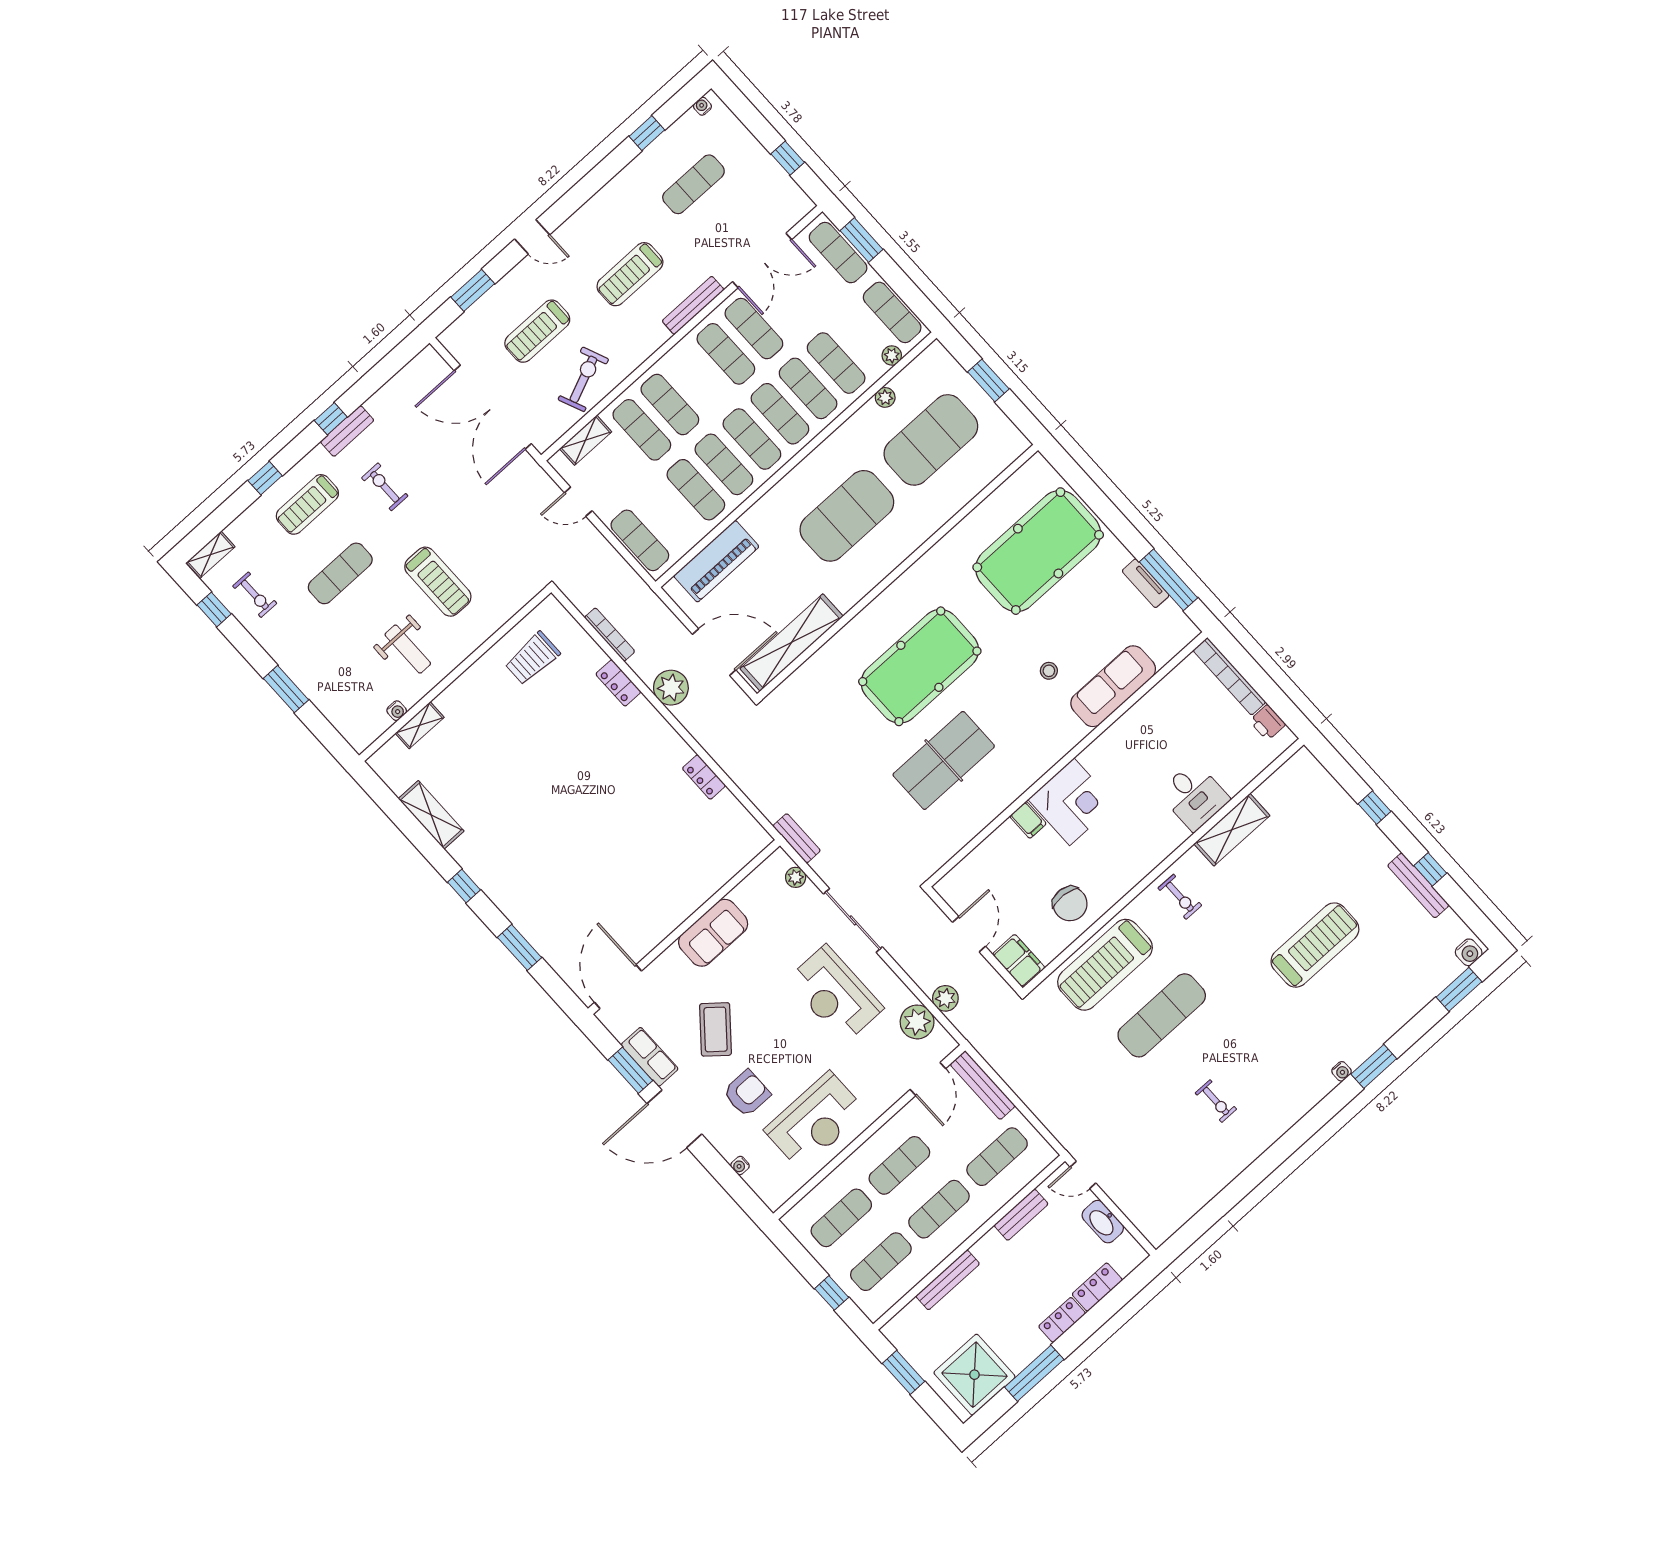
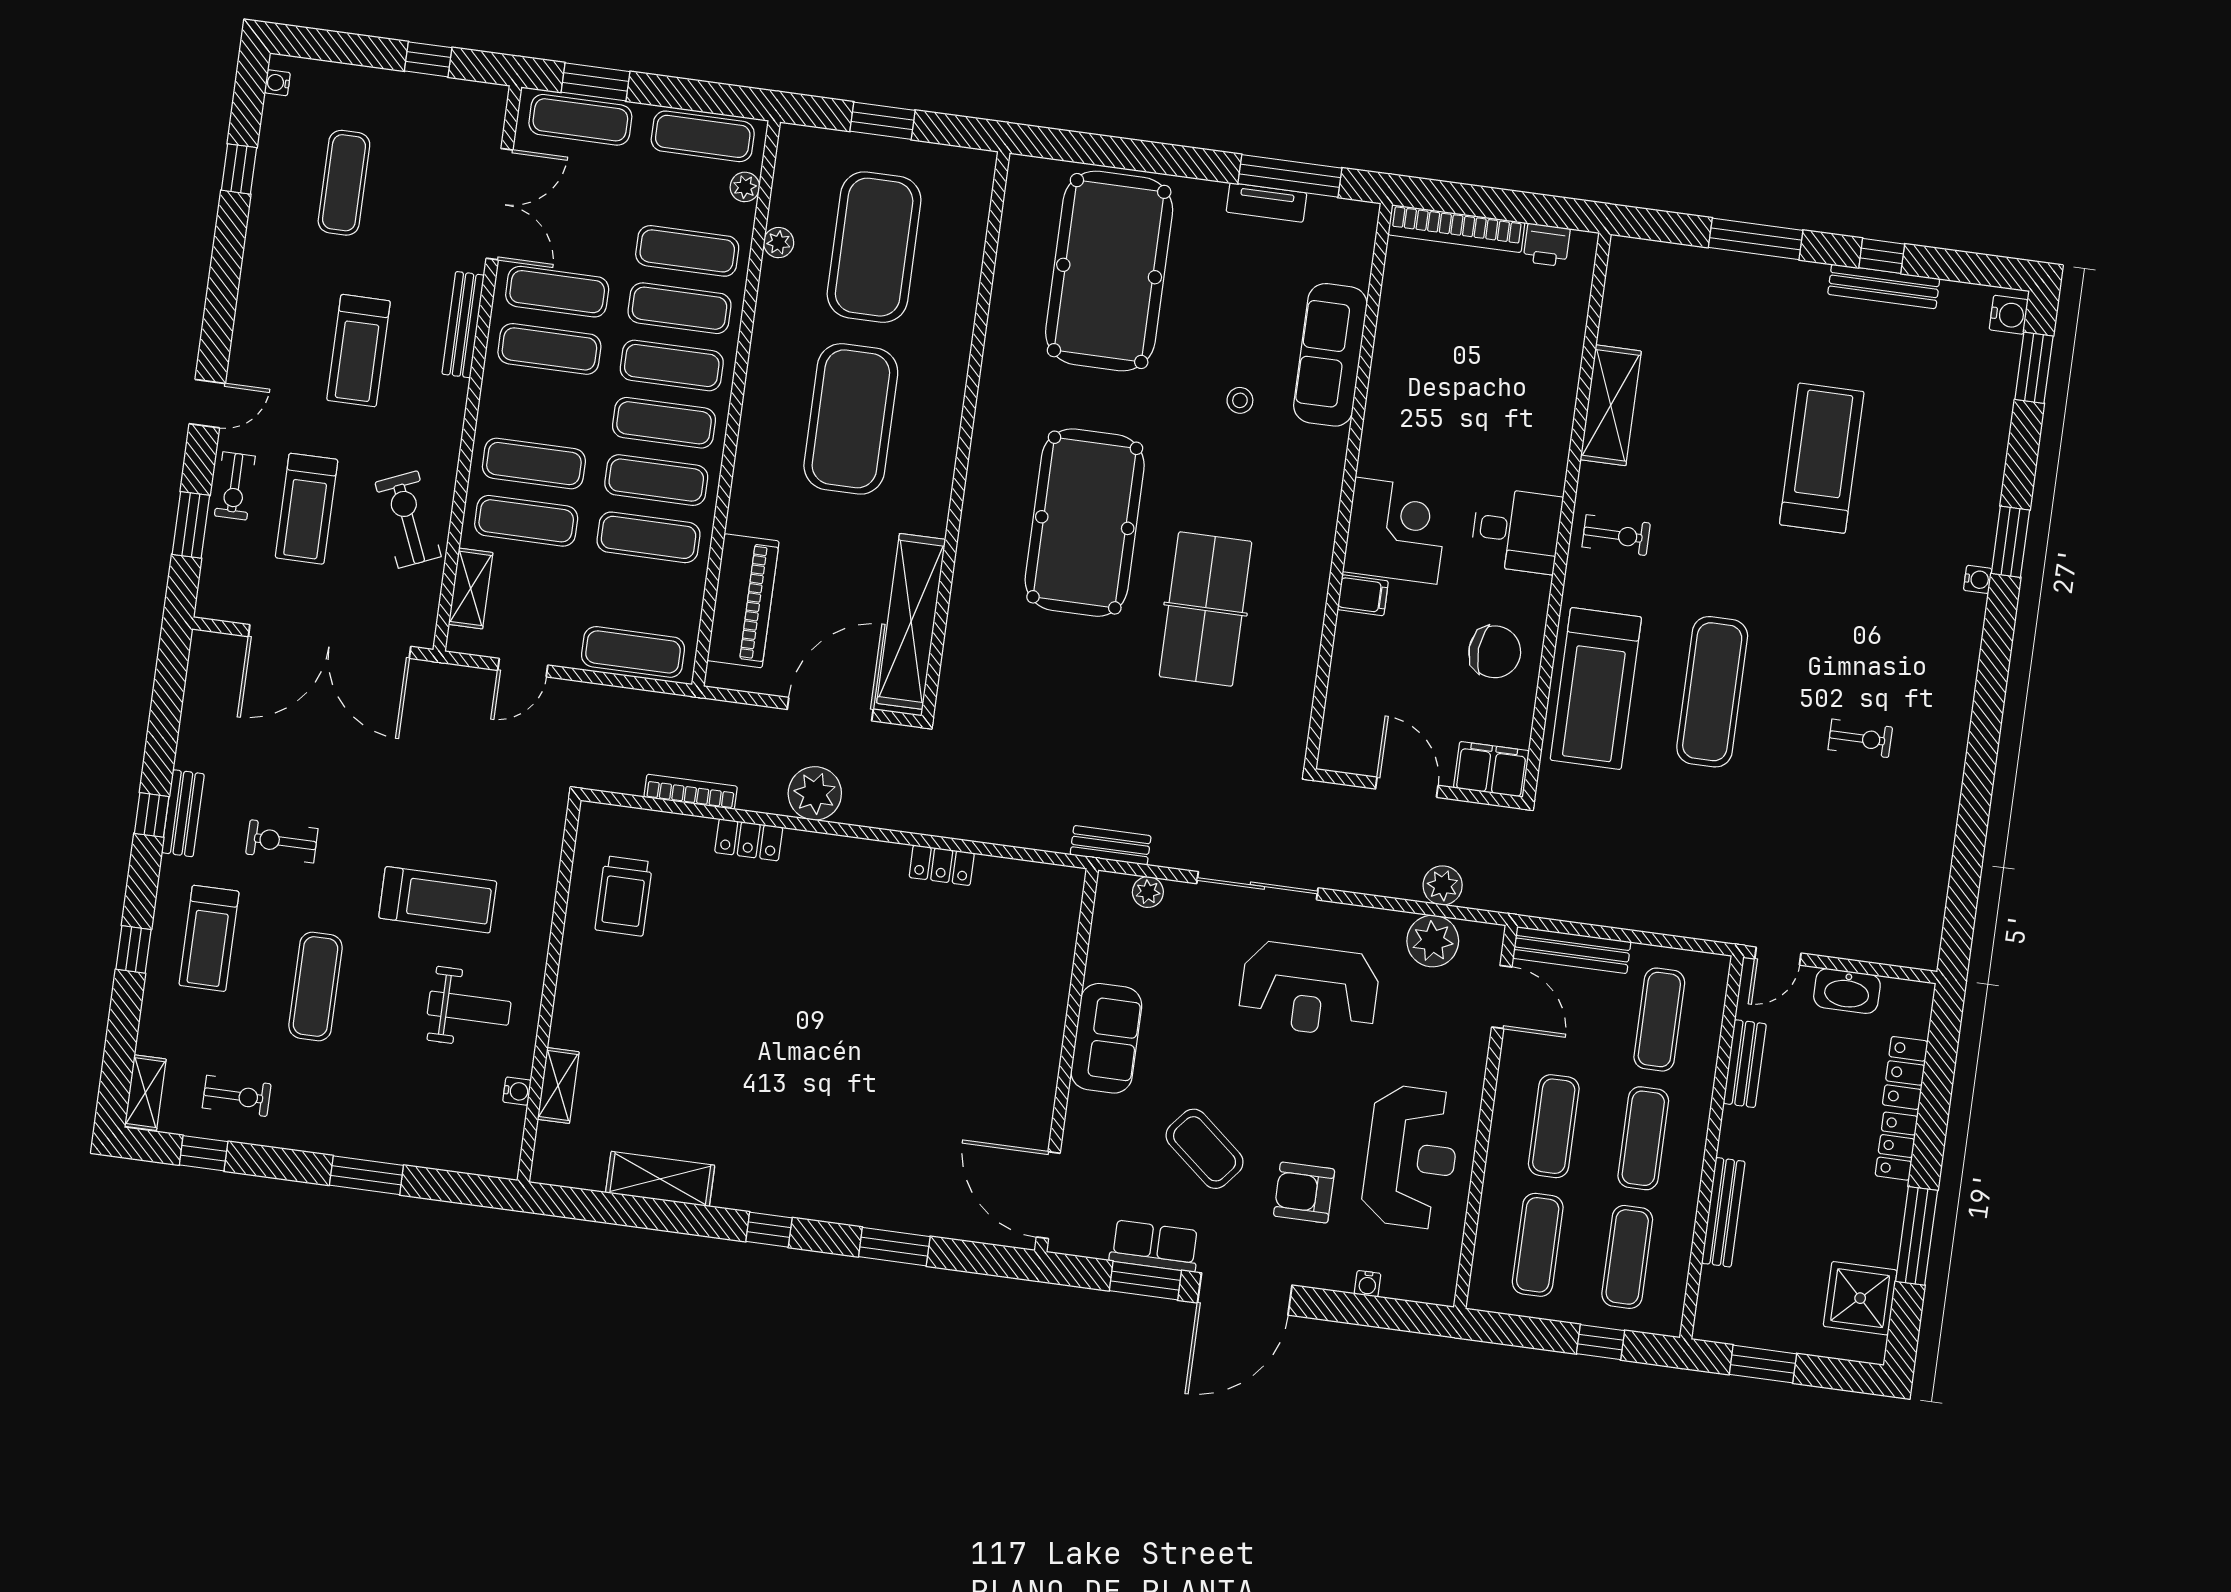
exercise bike: (511, 290) -> (235, 486), added
desk: (1194, 796) -> (1516, 530), moved
window: (1374, 808) -> (1756, 239), width x2.17
armchair: (747, 1093) -> (1304, 1193), turned -90
shower: (974, 1375) -> (1860, 1298), width x0.73, depth x0.73

